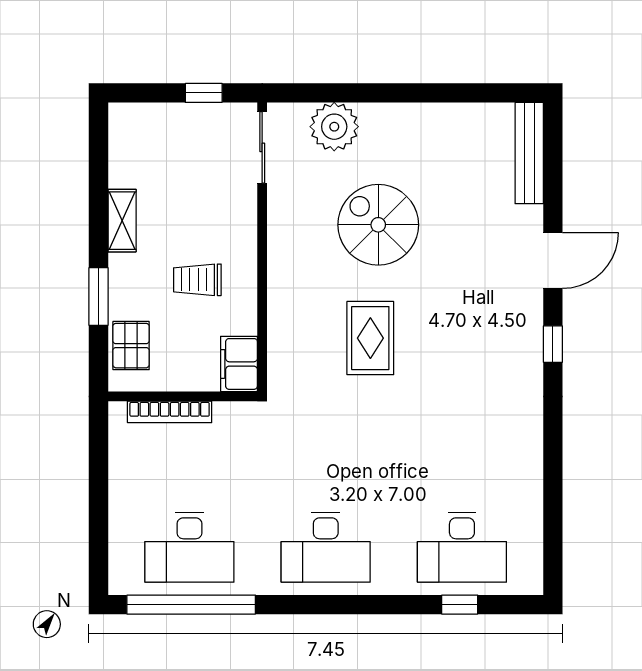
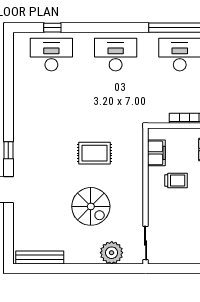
window: (204, 93) -> (173, 269), removed
bench: (529, 153) -> (40, 257), moved, turned 90
rug: (370, 338) -> (95, 153), turned 90
filing cabinet: (239, 364) -> (156, 153), moved

